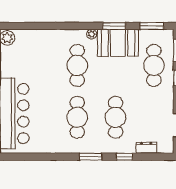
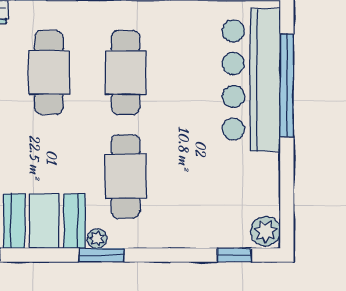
window: (23, 26) -> (234, 255), added
window: (114, 26) -> (102, 255), moved

